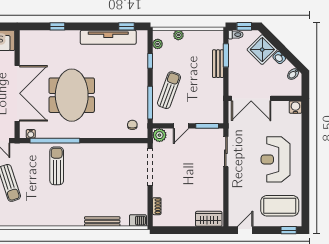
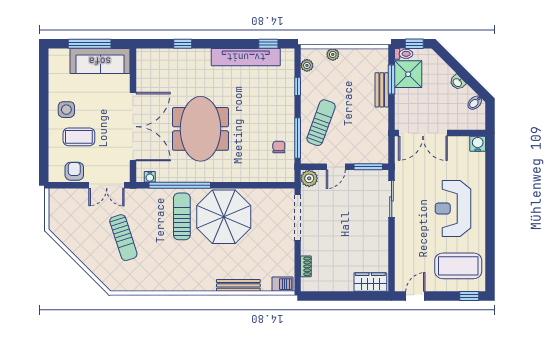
shower: (262, 50) -> (408, 74), moved, turned 45
chair: (132, 125) -> (279, 147), moved
parasol: (90, 166) -> (224, 217), added

